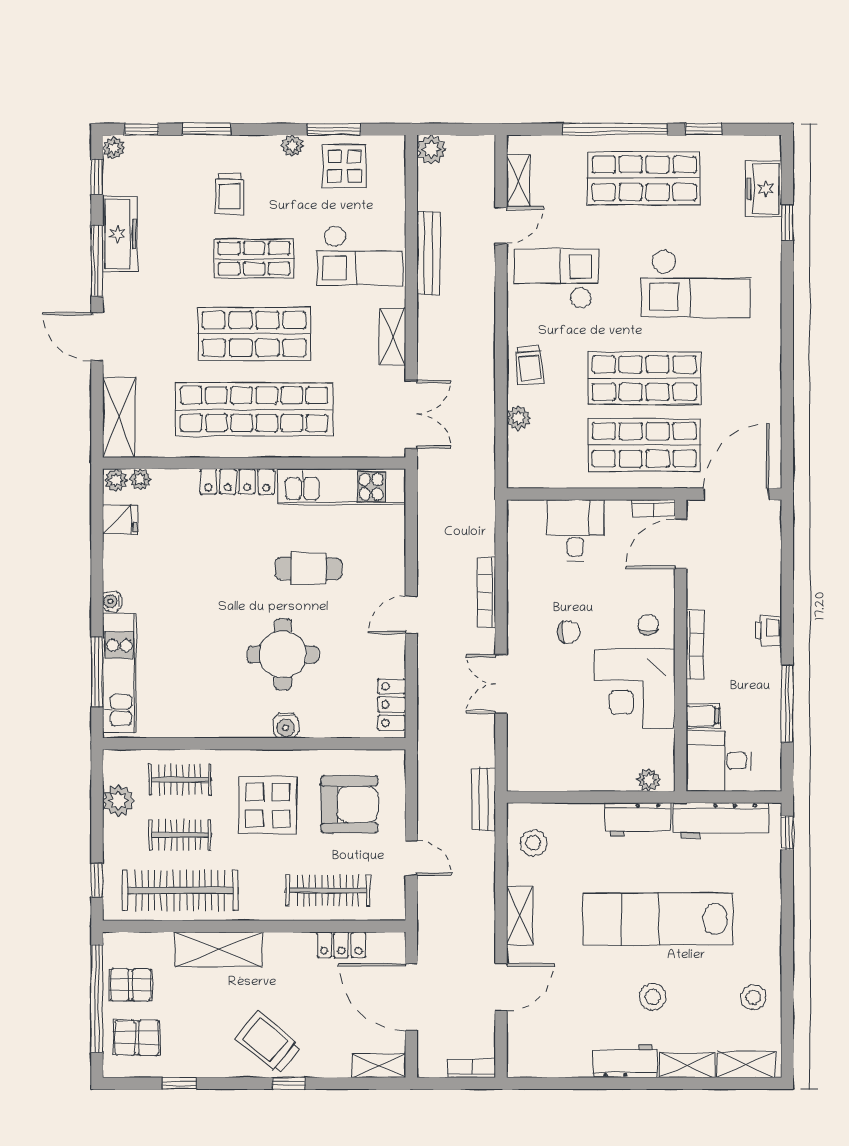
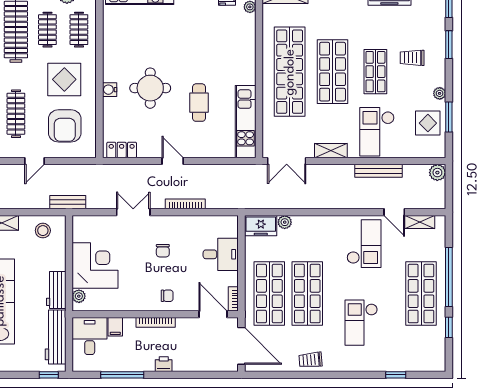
freezer: (764, 189) -> (261, 226), moved, turned 180
checkout: (695, 283) -> (361, 323), width x0.73, depth x0.83
trolley: (529, 365) -> (310, 360), moved
locker: (237, 481) -> (249, 62), removed
corner desk: (635, 689) -> (95, 265), moved, turned 90

